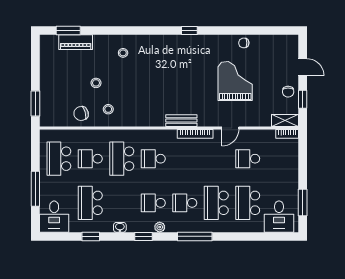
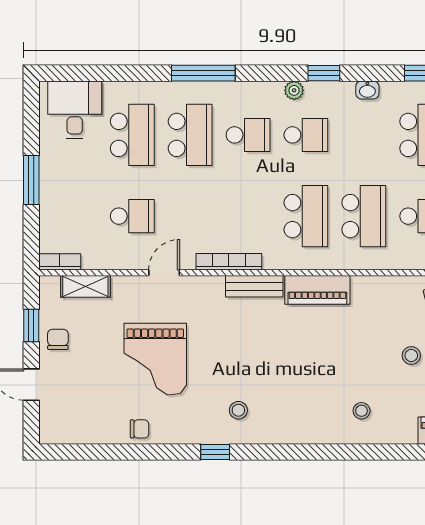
window: (189, 30) -> (215, 452), moved
stool: (108, 109) -> (238, 410), moved
piano: (147, 119) -> (317, 290), added
shelving: (285, 120) -> (85, 286), moved
school desk: (153, 159) -> (306, 216), width x1.85
window: (303, 203) -> (31, 180), moved
window: (195, 236) -> (203, 73), moved

